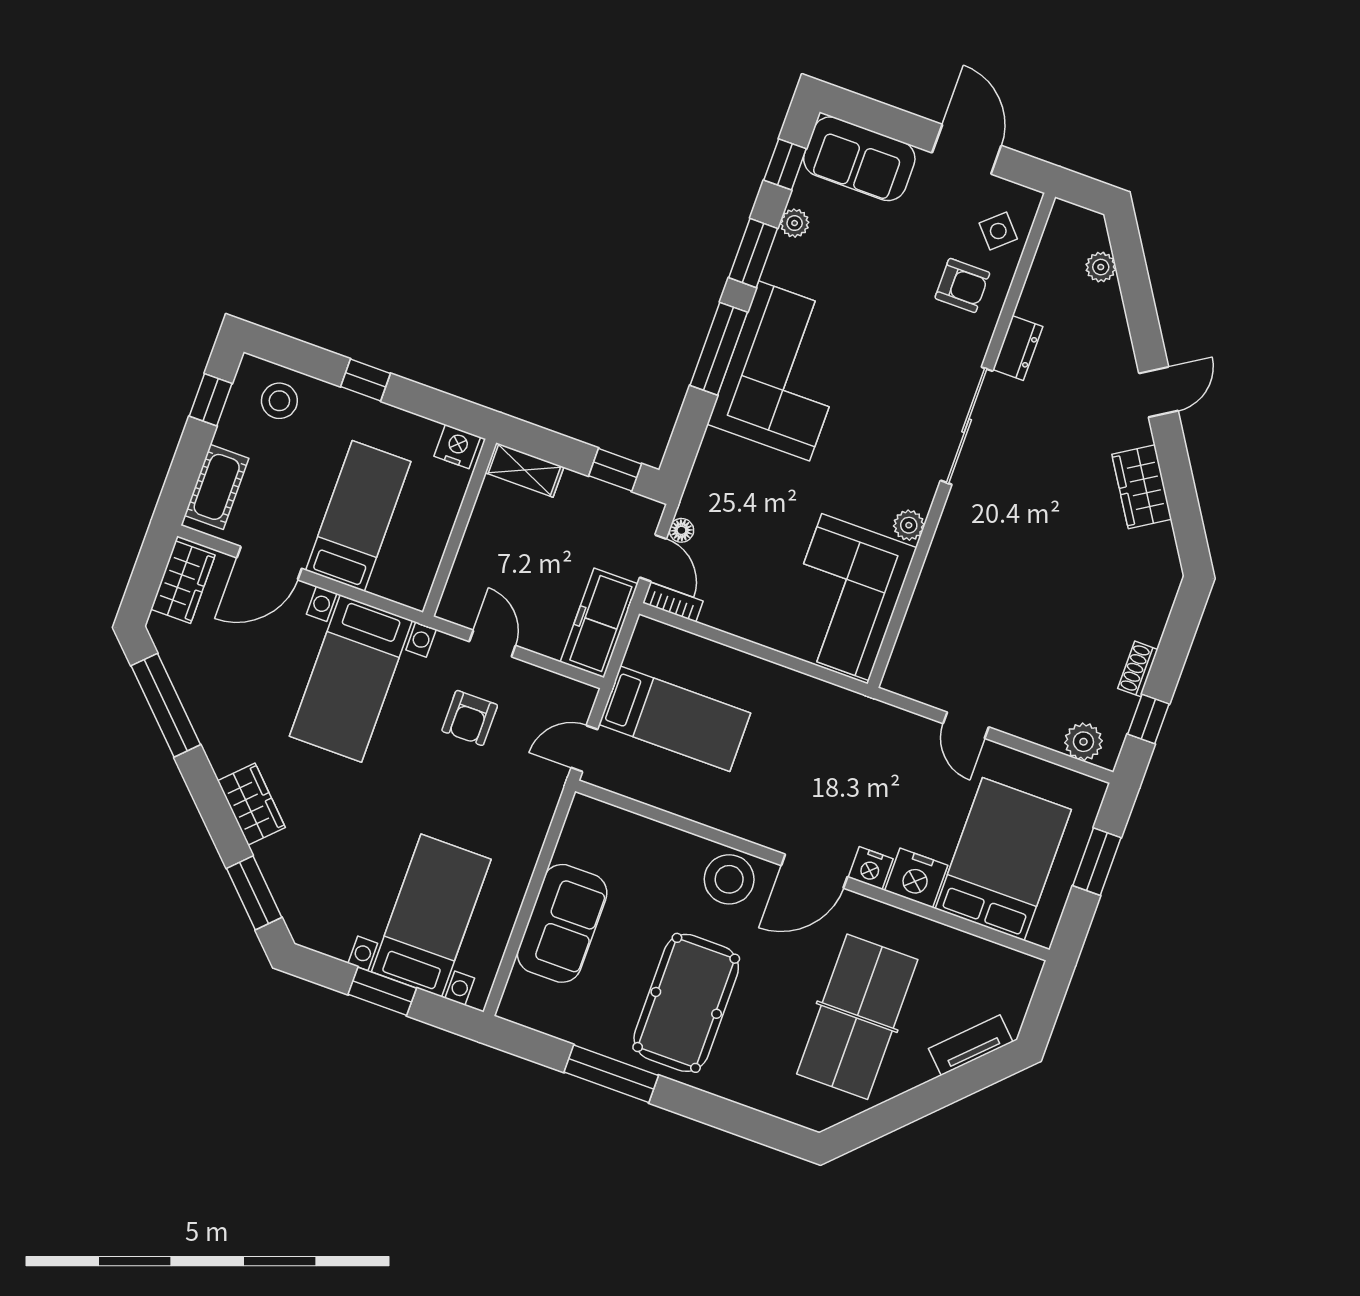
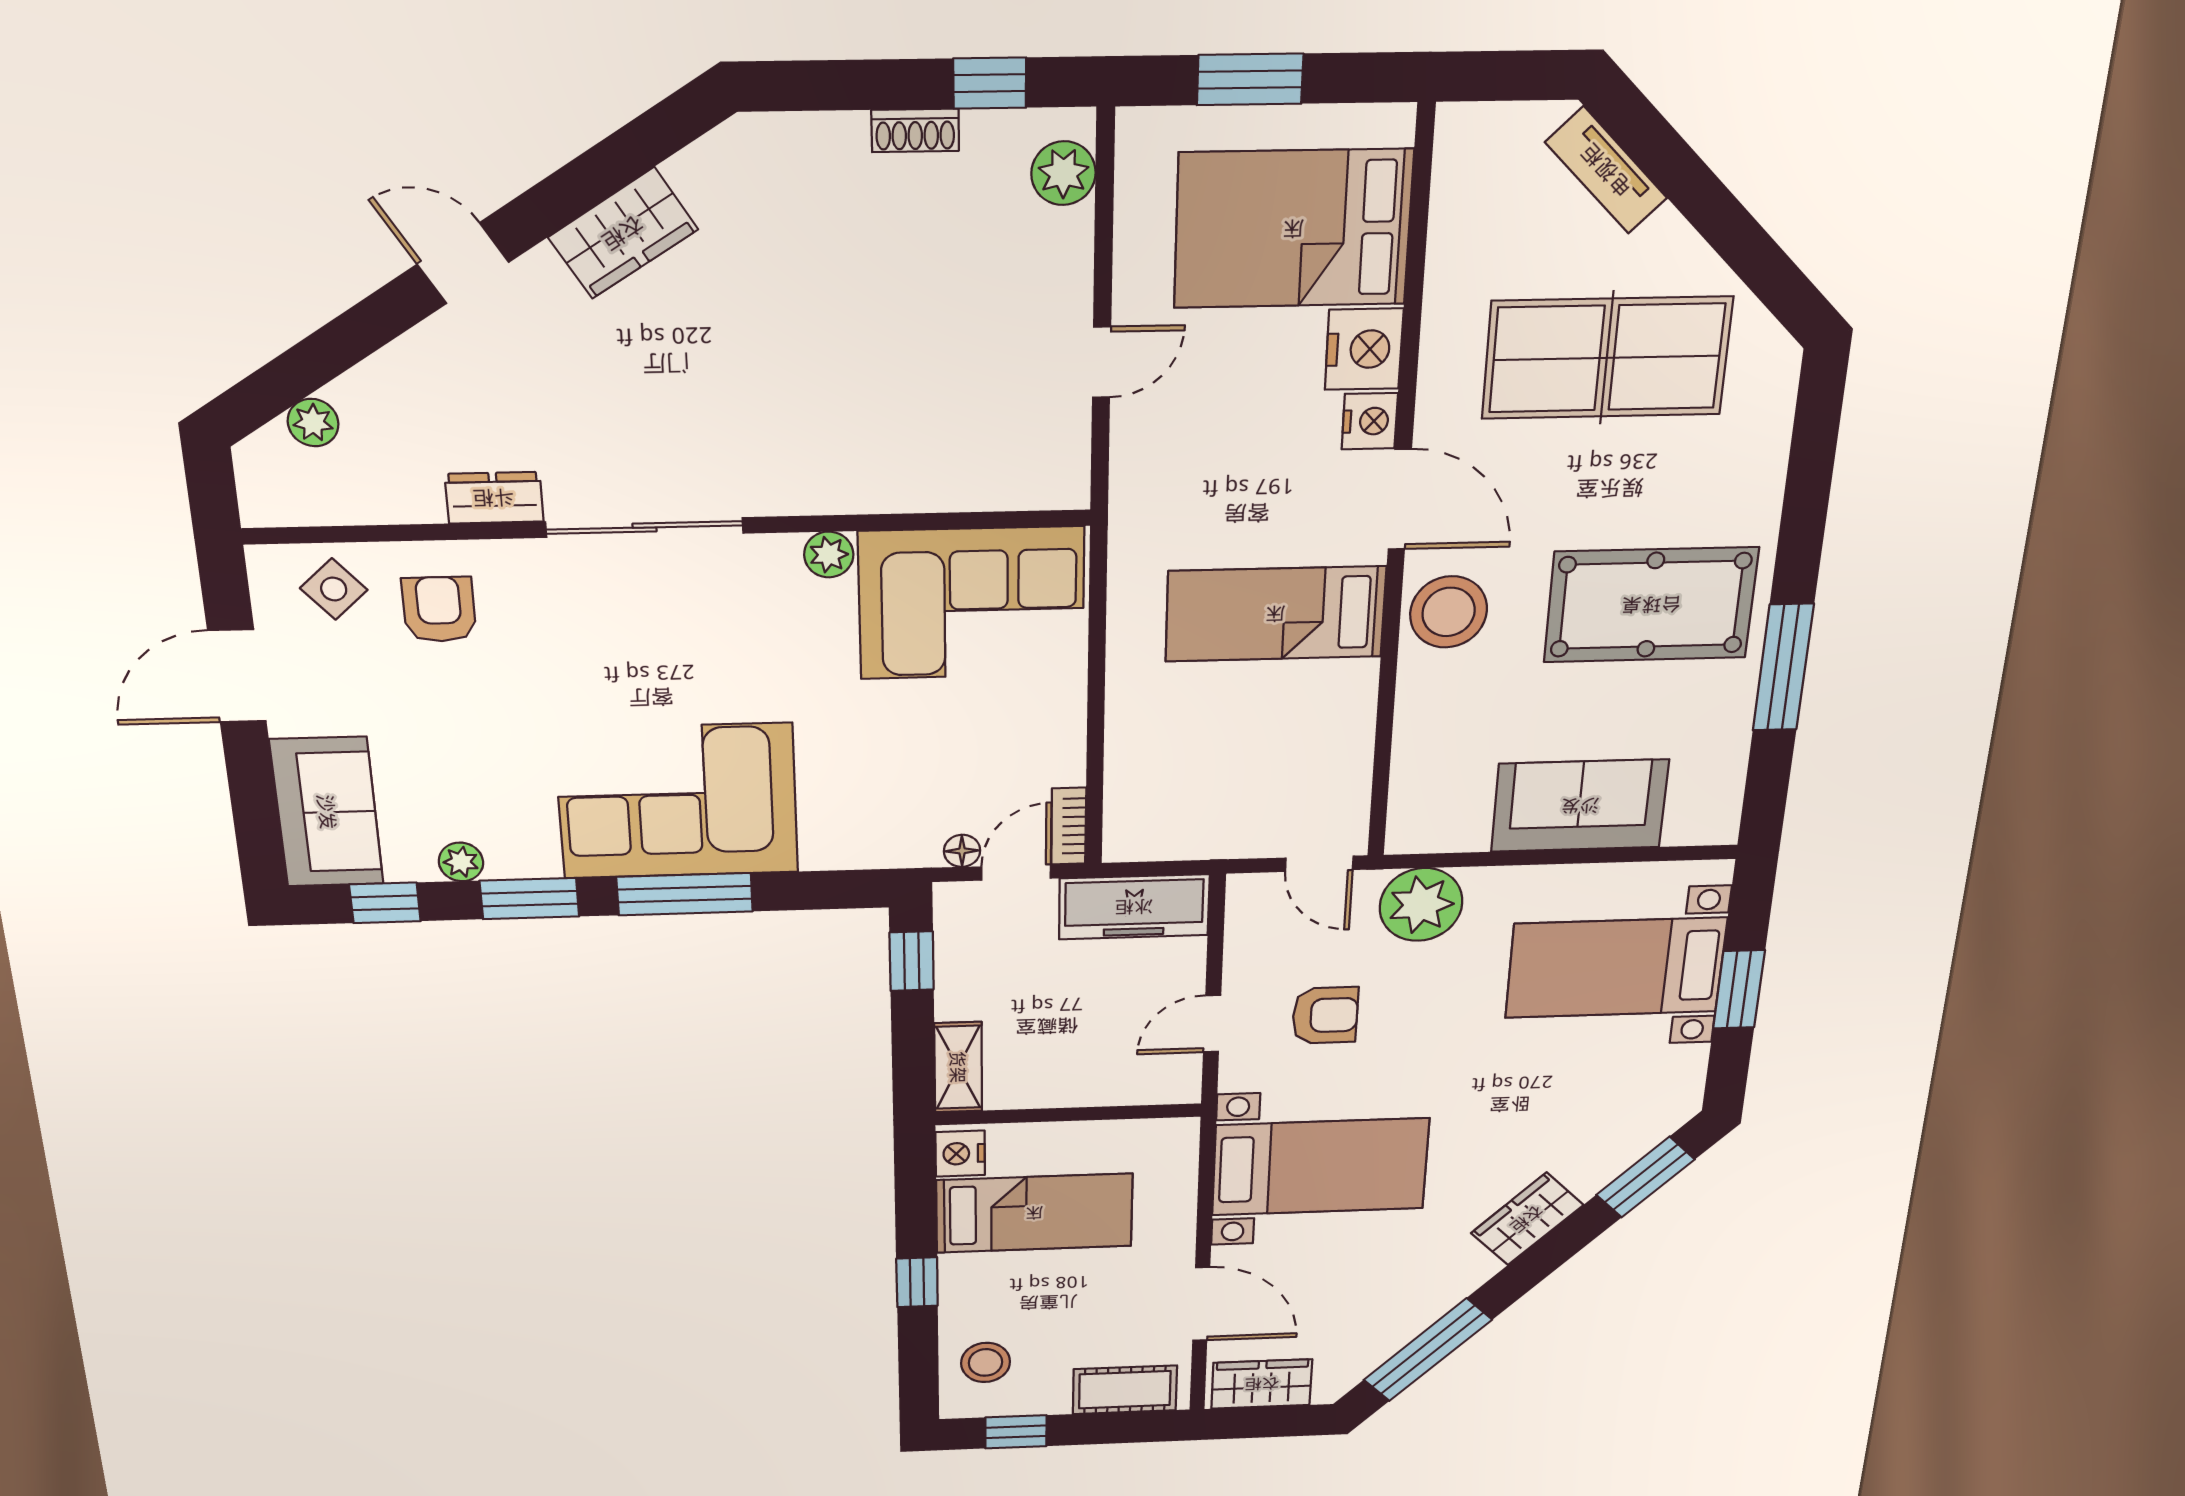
bed: (358, 516) -> (1034, 1213), moved, turned 180
bed: (675, 719) -> (1275, 614), moved, turned -90
plant: (529, 804) -> (1421, 905), added

